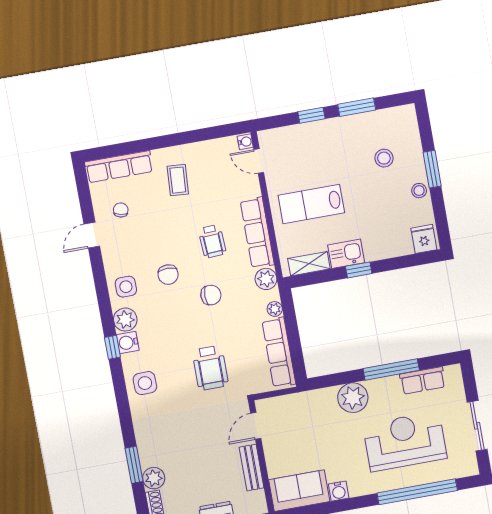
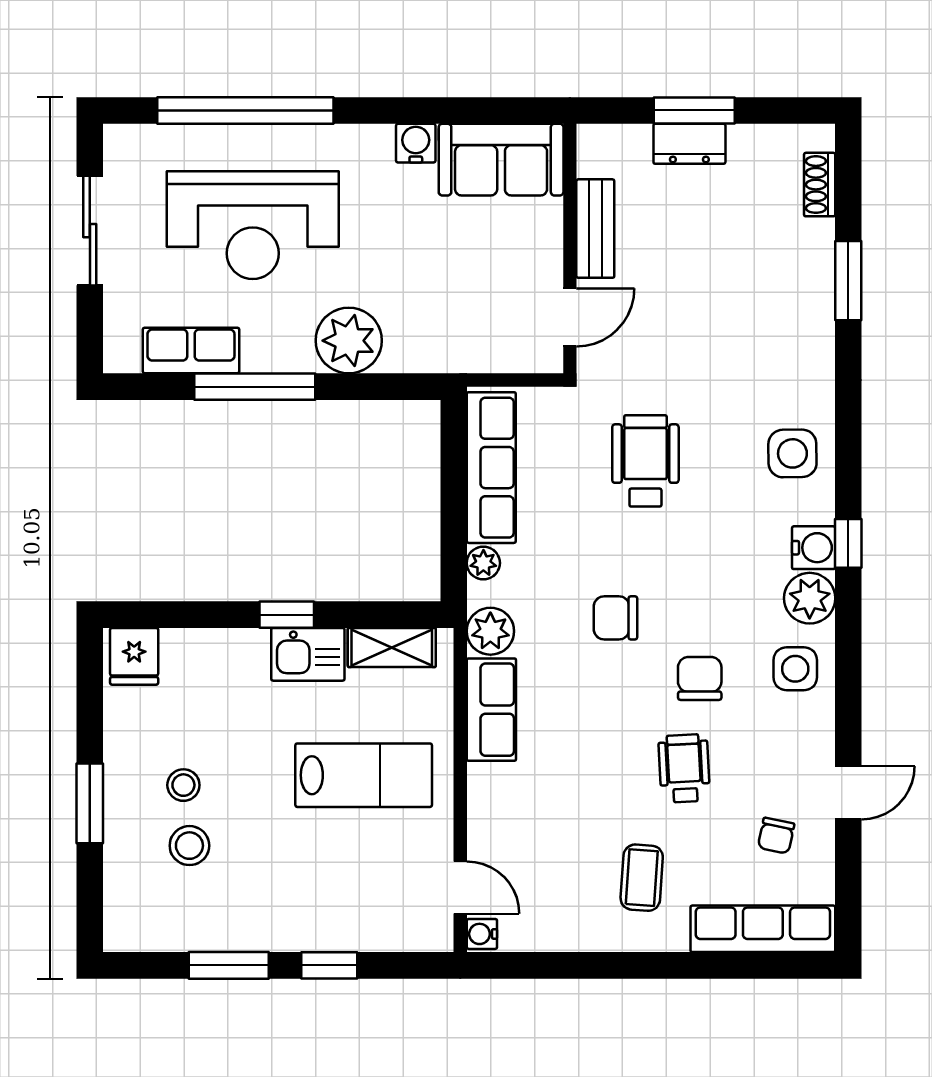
stool: (419, 191) -> (183, 785), moved
row of seats: (257, 233) -> (491, 710), width x0.68
wheelchair: (212, 241) -> (684, 768), moved
plant: (154, 478) -> (811, 244), removed

